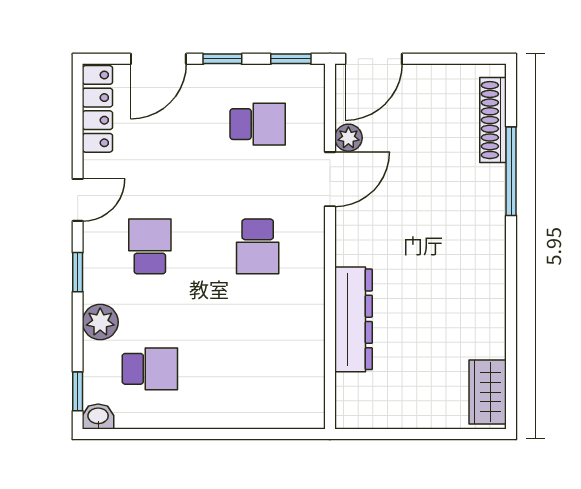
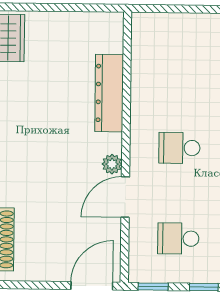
plant: (348, 138) -> (112, 164), moved
school desk: (258, 246) -> (179, 148), turned -90

